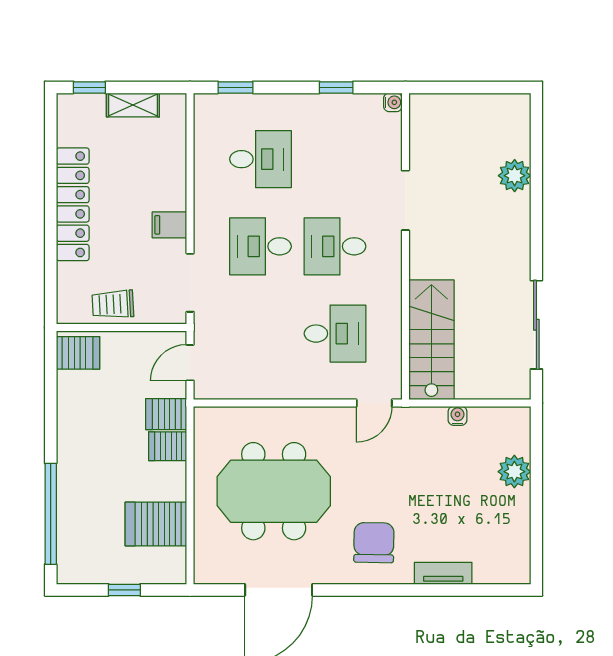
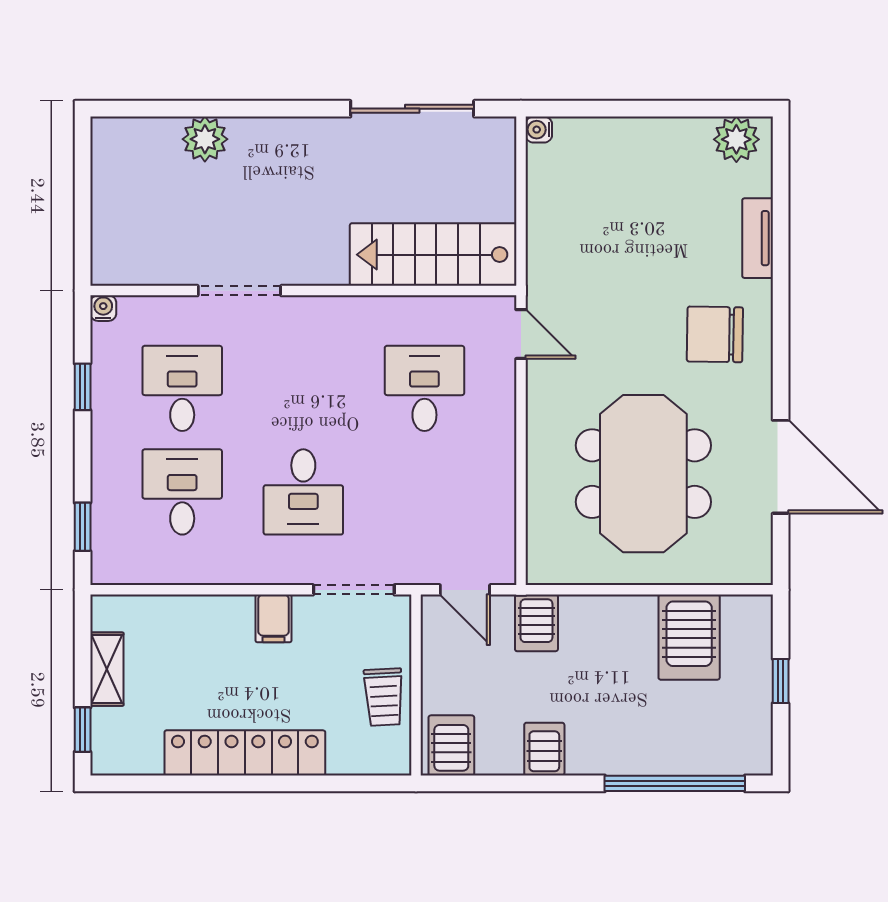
desk: (335, 246) -> (182, 388), moved, turned 180
water cooler: (457, 416) -> (539, 130), moved
server rack: (168, 446) -> (544, 749), moved, turned 180
plant: (514, 472) -> (736, 139), moved

